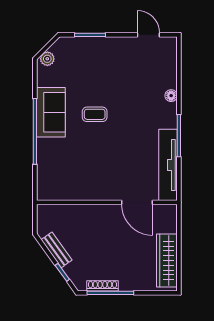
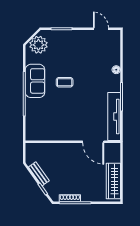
plant: (47, 59) -> (38, 45), width x1.87, depth x1.87

